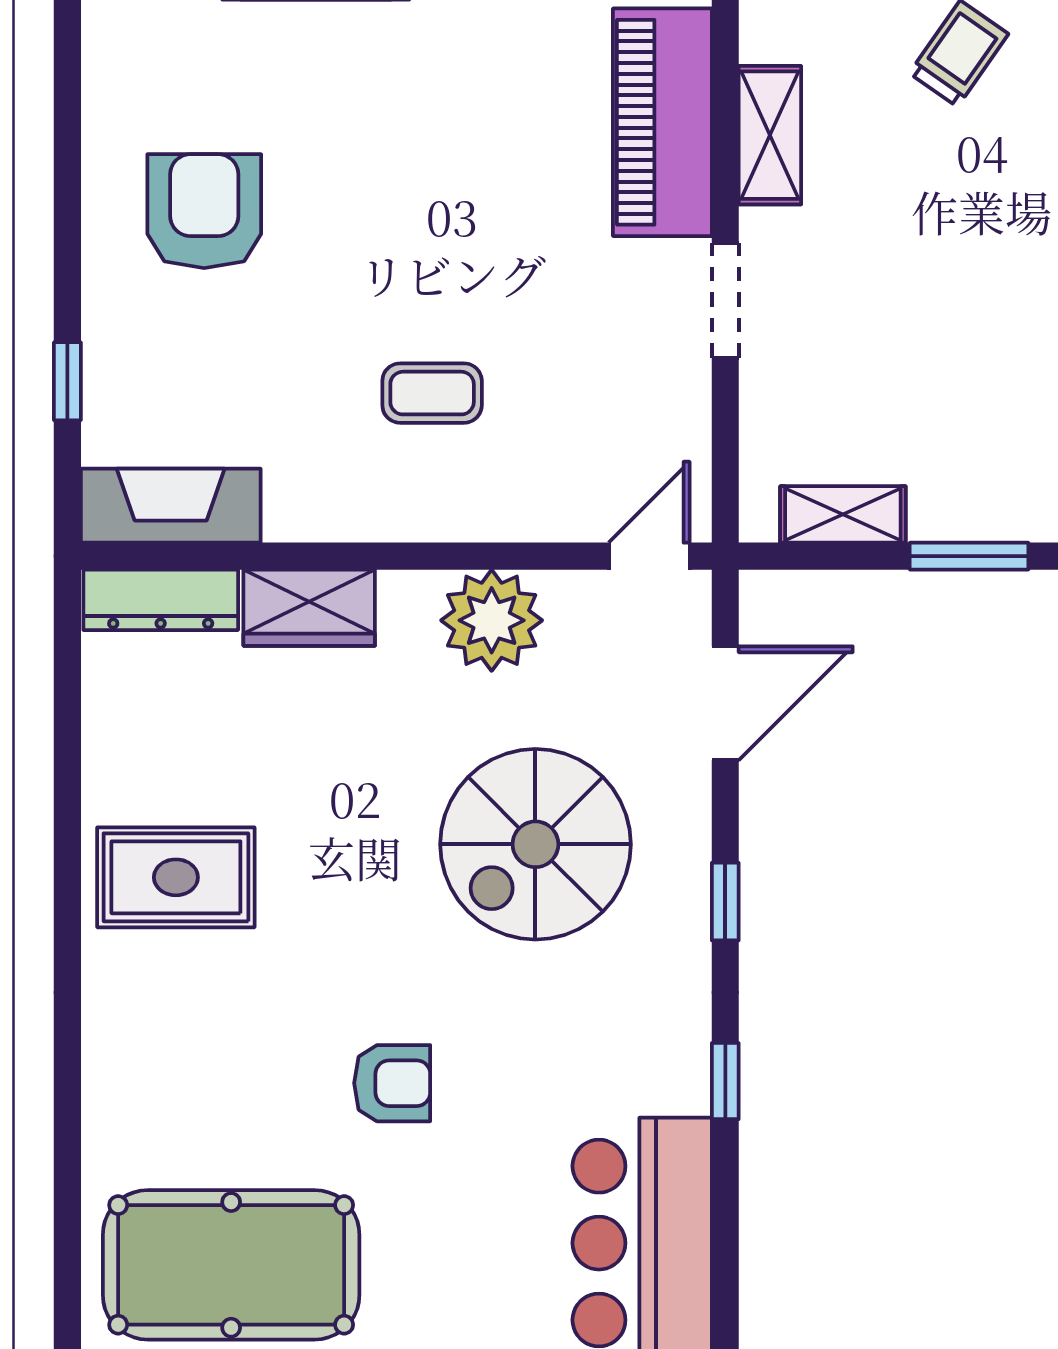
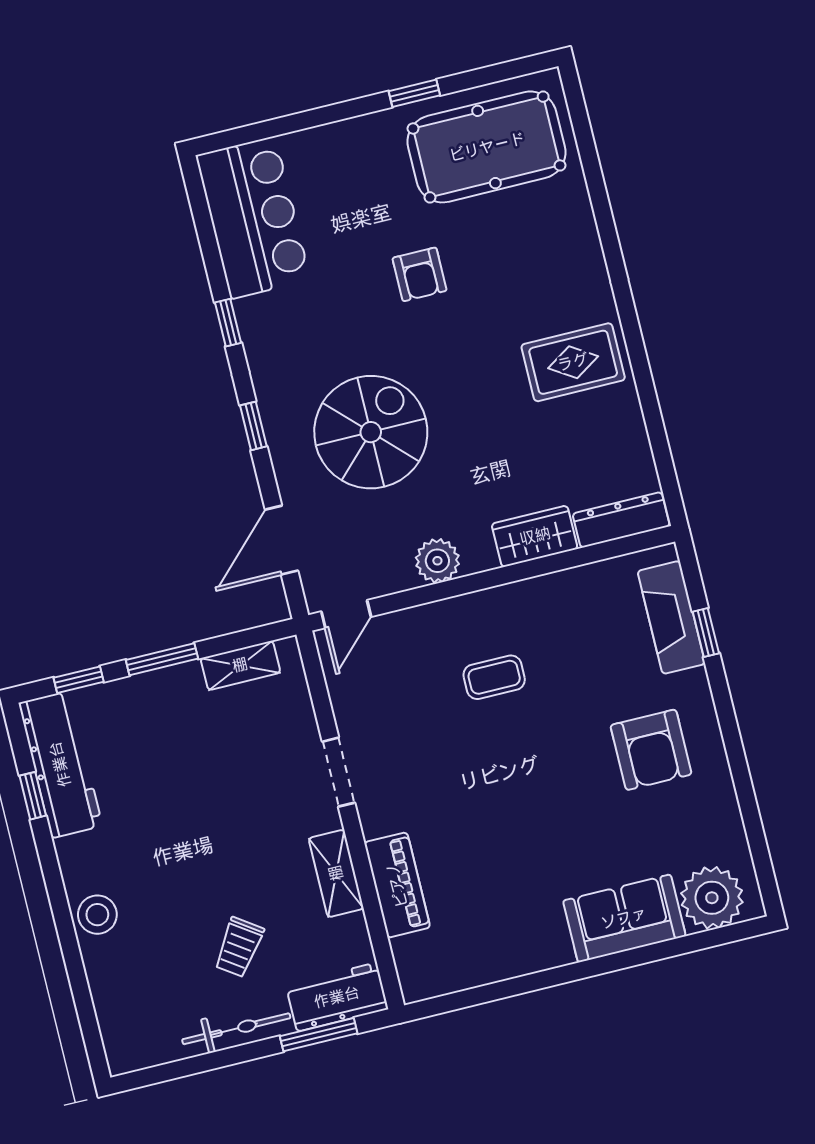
piano: (662, 122) -> (397, 885), width x0.73, depth x0.75
fireplace: (171, 506) -> (671, 617), moved, turned 90
plant: (492, 620) -> (437, 561), width x0.73, depth x0.73
armchair: (392, 1083) -> (420, 274), turned -90

